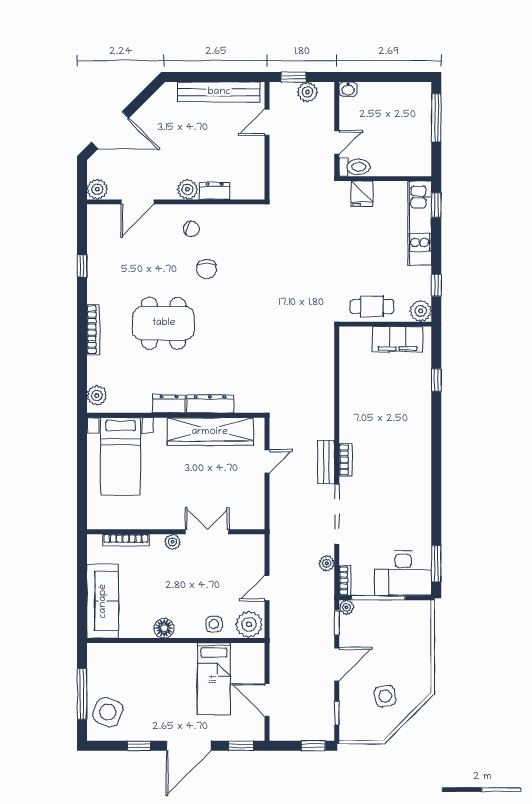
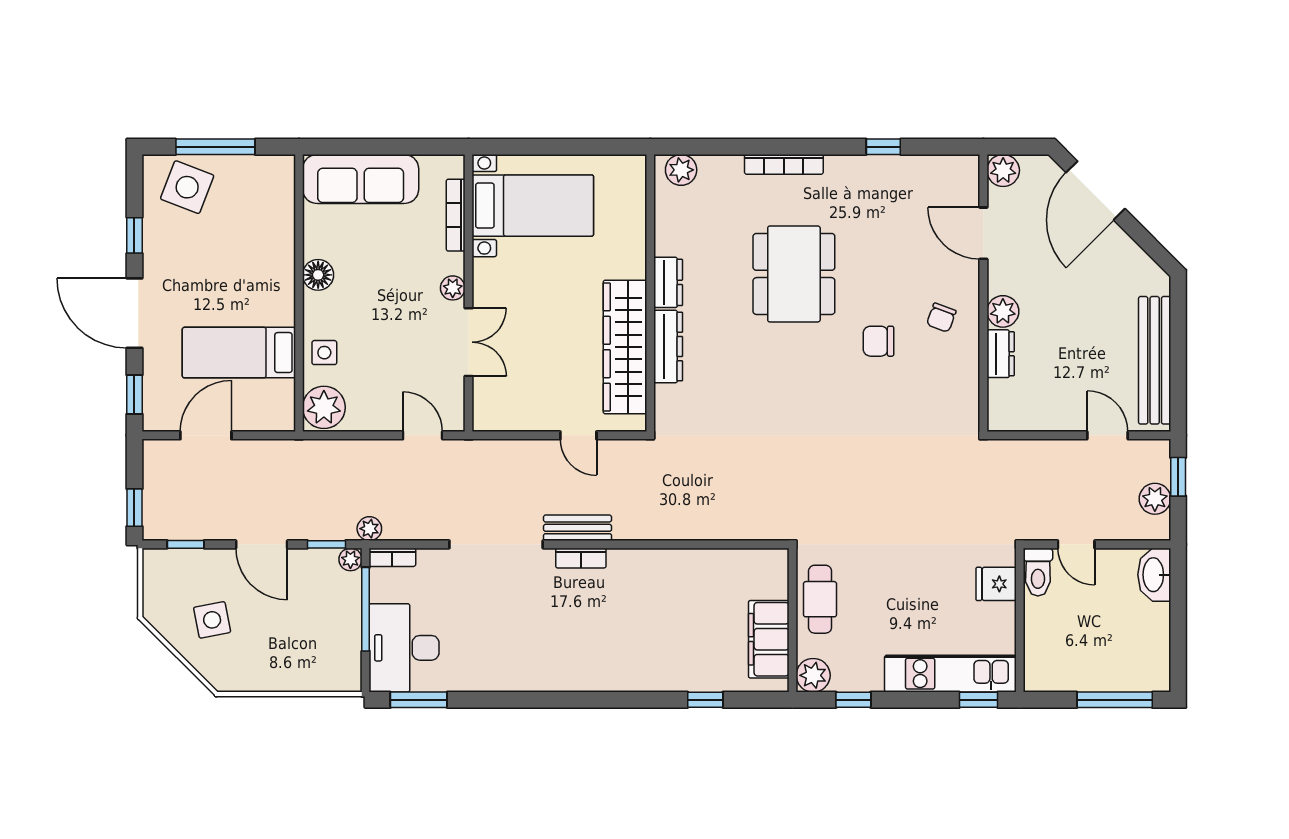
washbasin: (348, 89) -> (1154, 575), width x1.91, depth x1.45
bed with nightstands: (121, 456) -> (533, 206), moved, turned 180
plant: (327, 563) -> (369, 529), moved
door: (267, 588) -> (423, 435), moved

